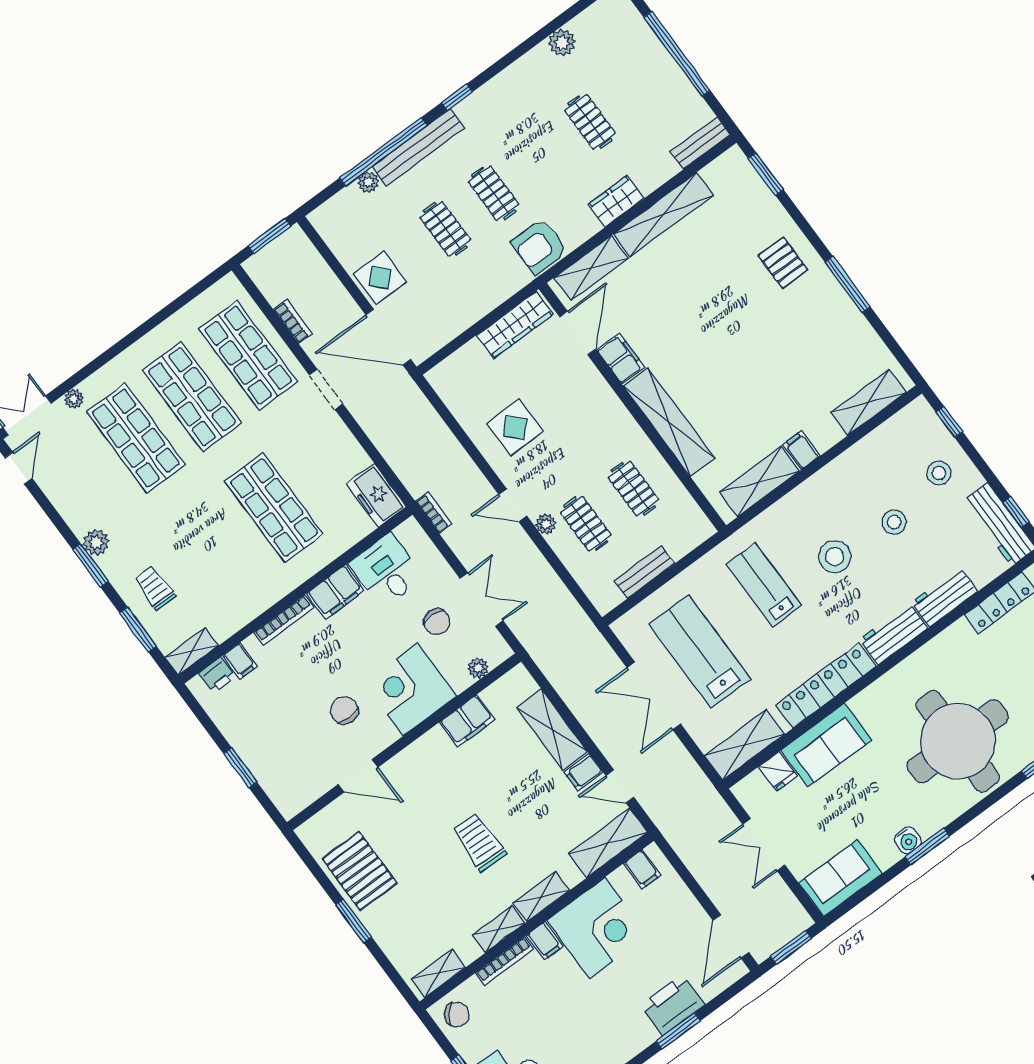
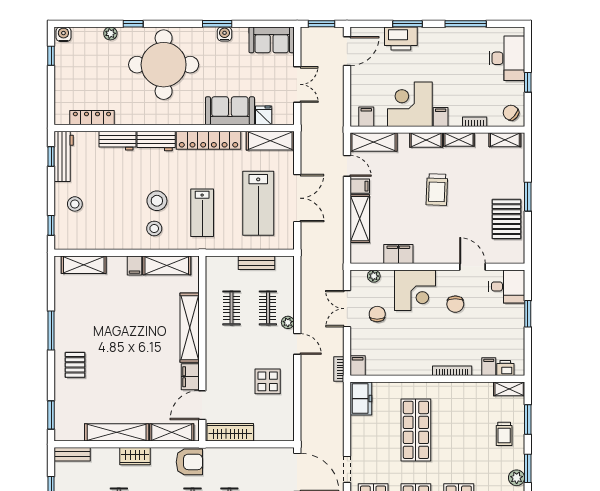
stool: (894, 522) -> (154, 228), moved
desk: (386, 571) -> (507, 286), moved, turned -90
filing cabinet: (336, 592) -> (358, 366), moved, width x0.50
bookcase: (504, 961) -> (475, 122), width x0.64

